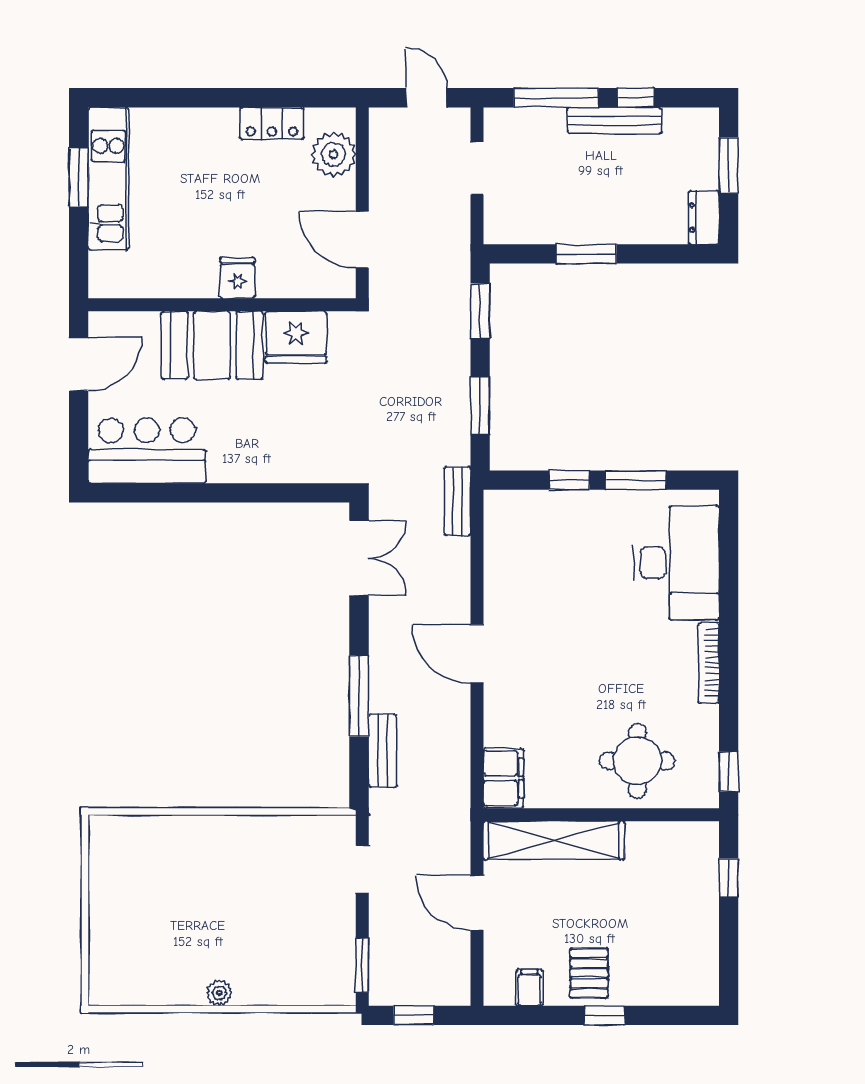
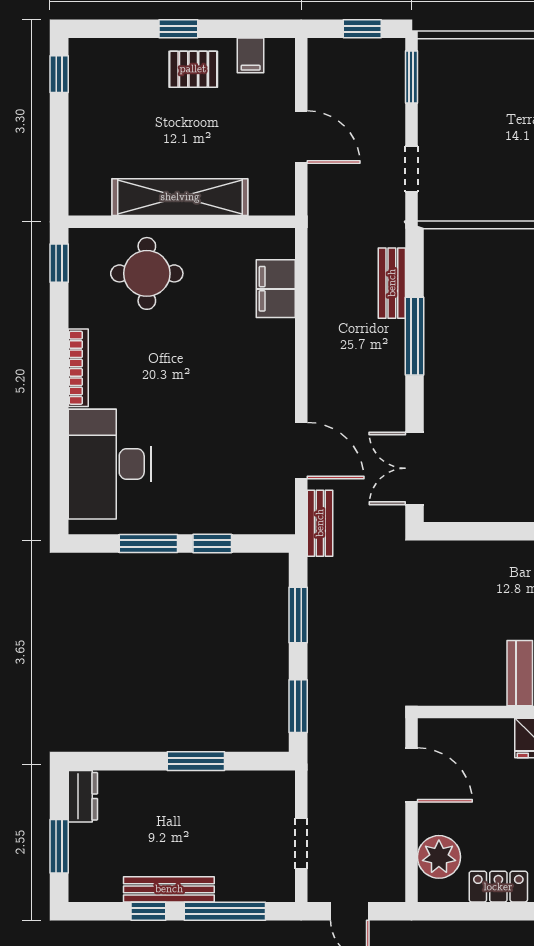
fridge: (296, 337) -> (475, 681), removed
door: (477, 654) -> (301, 451), moved
filing cabinet: (503, 778) -> (276, 289), moved
shelving: (554, 840) -> (180, 197), moved
window: (729, 878) -> (59, 74), moved
pallet: (589, 973) -> (193, 69), turned 90

